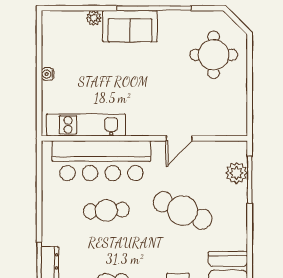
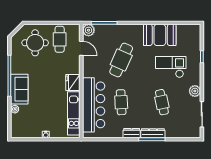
cafe table: (220, 99) -> (60, 39), added
fridge: (142, 123) -> (73, 83), added
door: (179, 138) -> (81, 48), moved
plant: (236, 173) -> (89, 30), moved
dresser: (50, 229) -> (132, 133), added

